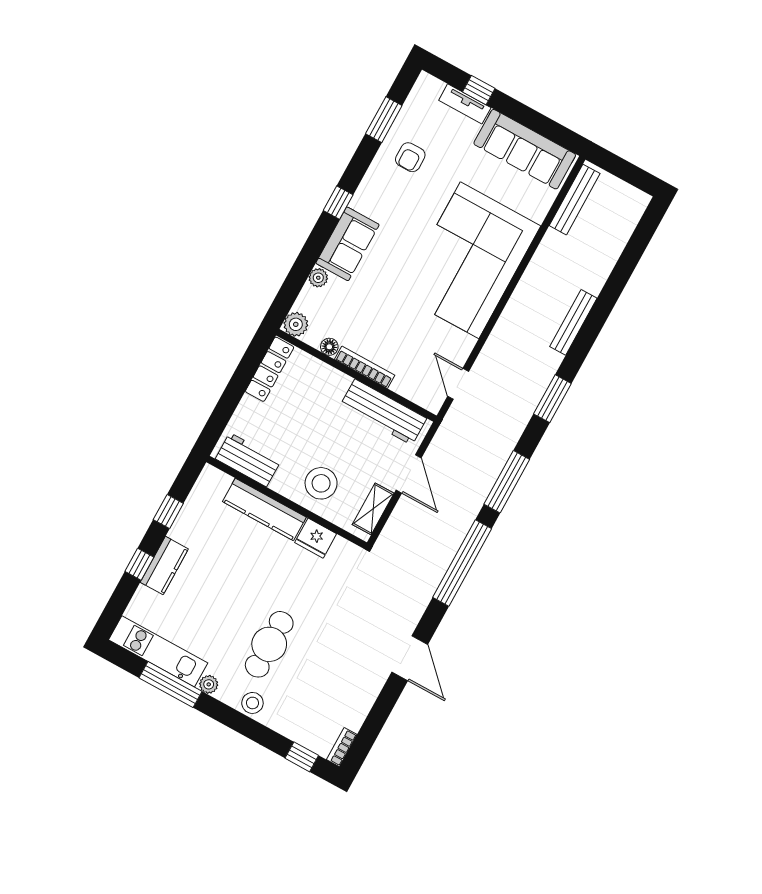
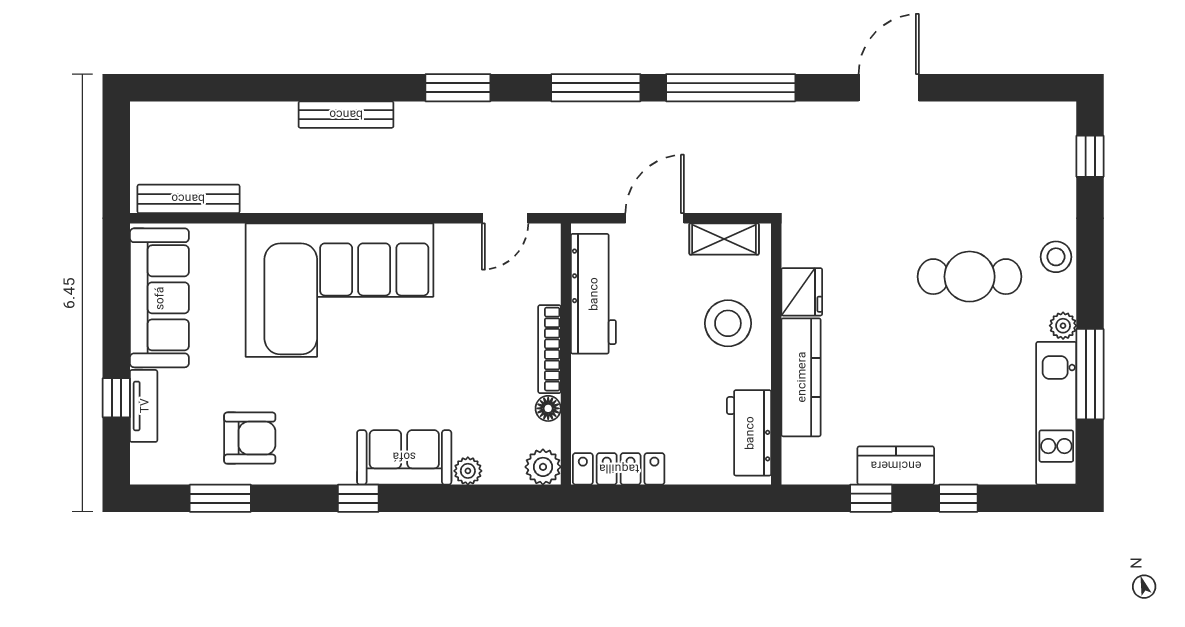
armchair: (410, 157) -> (250, 438), width x1.38, depth x1.38
kitchen counter: (164, 566) -> (896, 466), moved
bookcase: (342, 747) -> (1050, 112), removed

